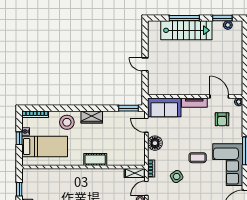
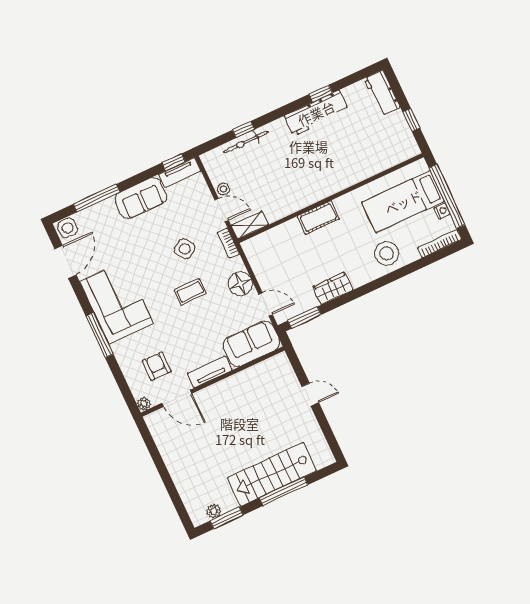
wardrobe: (92, 117) -> (333, 288), moved
window: (19, 138) -> (447, 196), width x3.17
coffee table: (198, 158) -> (190, 292), moved
door: (146, 188) -> (222, 210), hinge flipped

